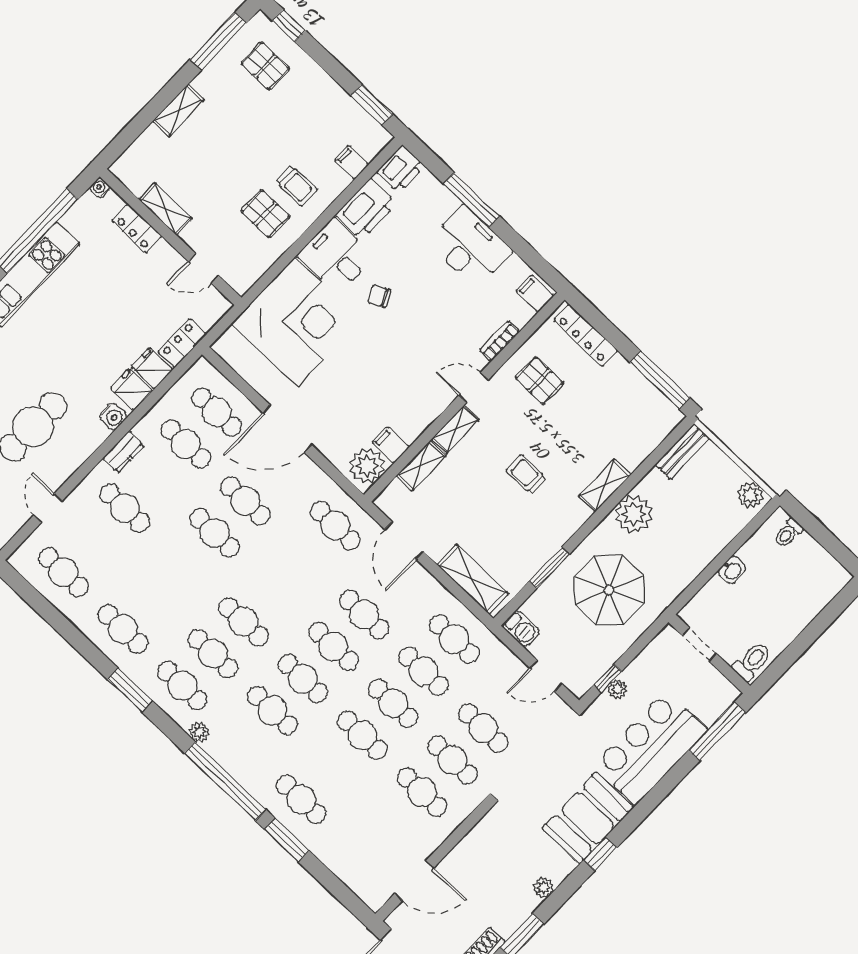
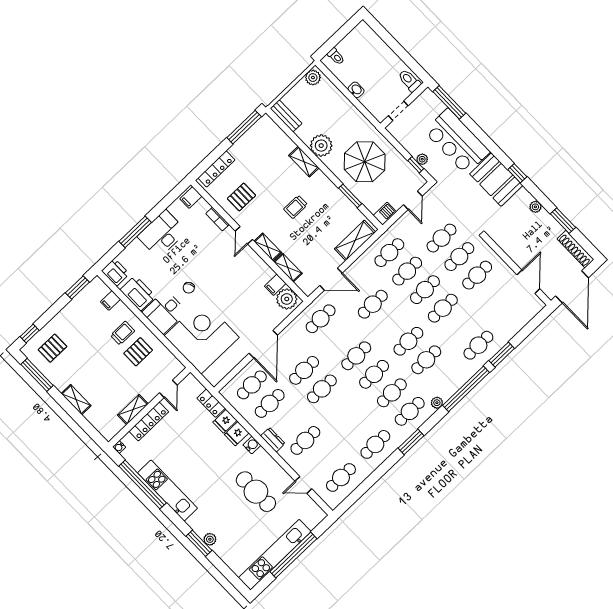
locker: (137, 228) -> (149, 422), width x1.53
cafe table: (334, 646) -> (356, 356), moved

